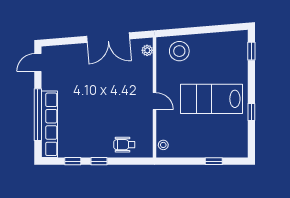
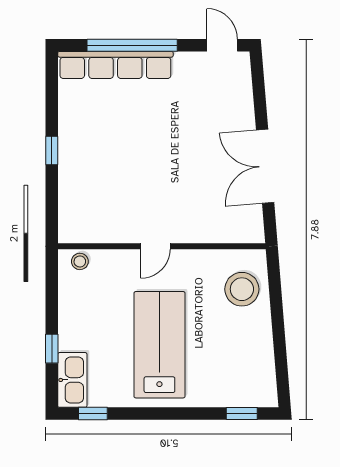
plant: (147, 50) -> (243, 234), removed
window: (251, 112) -> (93, 414), moved
wheelchair: (124, 145) -> (80, 194), removed
kitchen sink: (232, 149) -> (72, 380), added
window: (73, 161) -> (52, 105), removed

